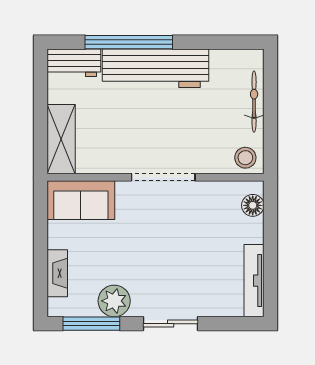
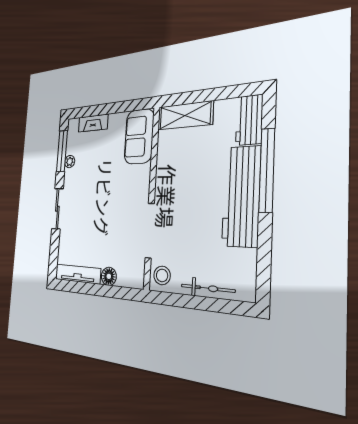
doorway: (163, 177) -> (150, 231), moved
floor lamp: (253, 205) -> (109, 276), moved
plant: (114, 301) -> (70, 162), width x0.53, depth x0.53

